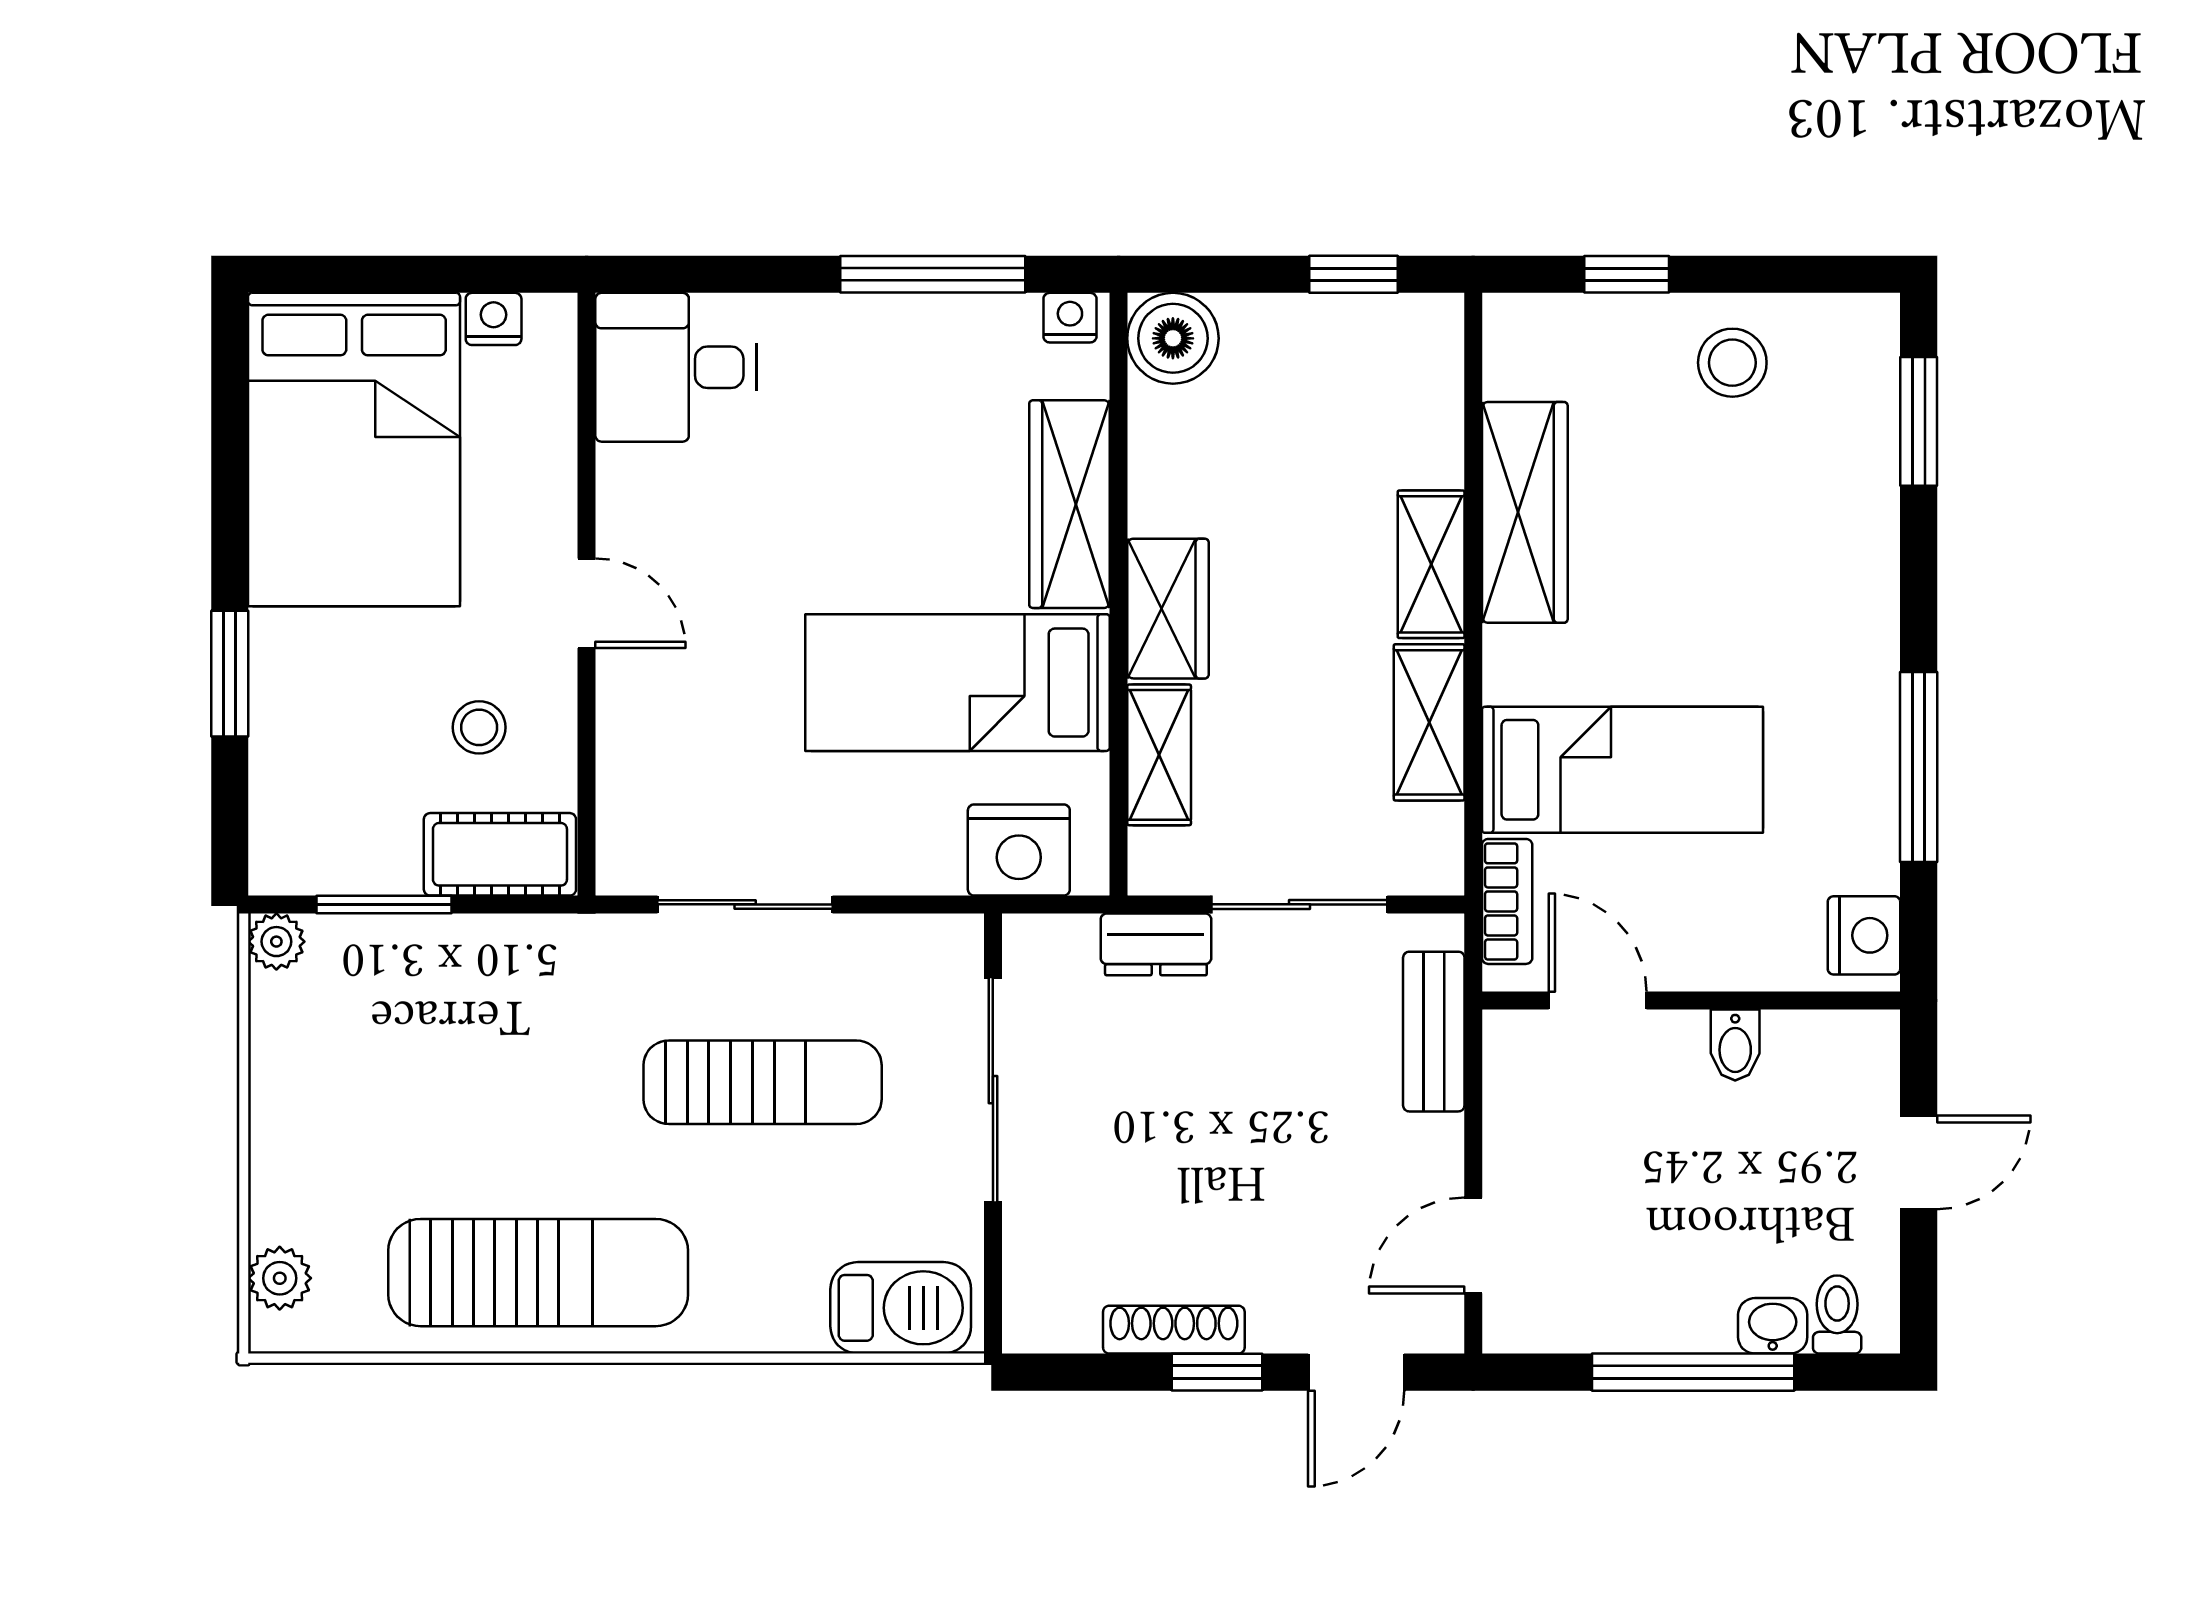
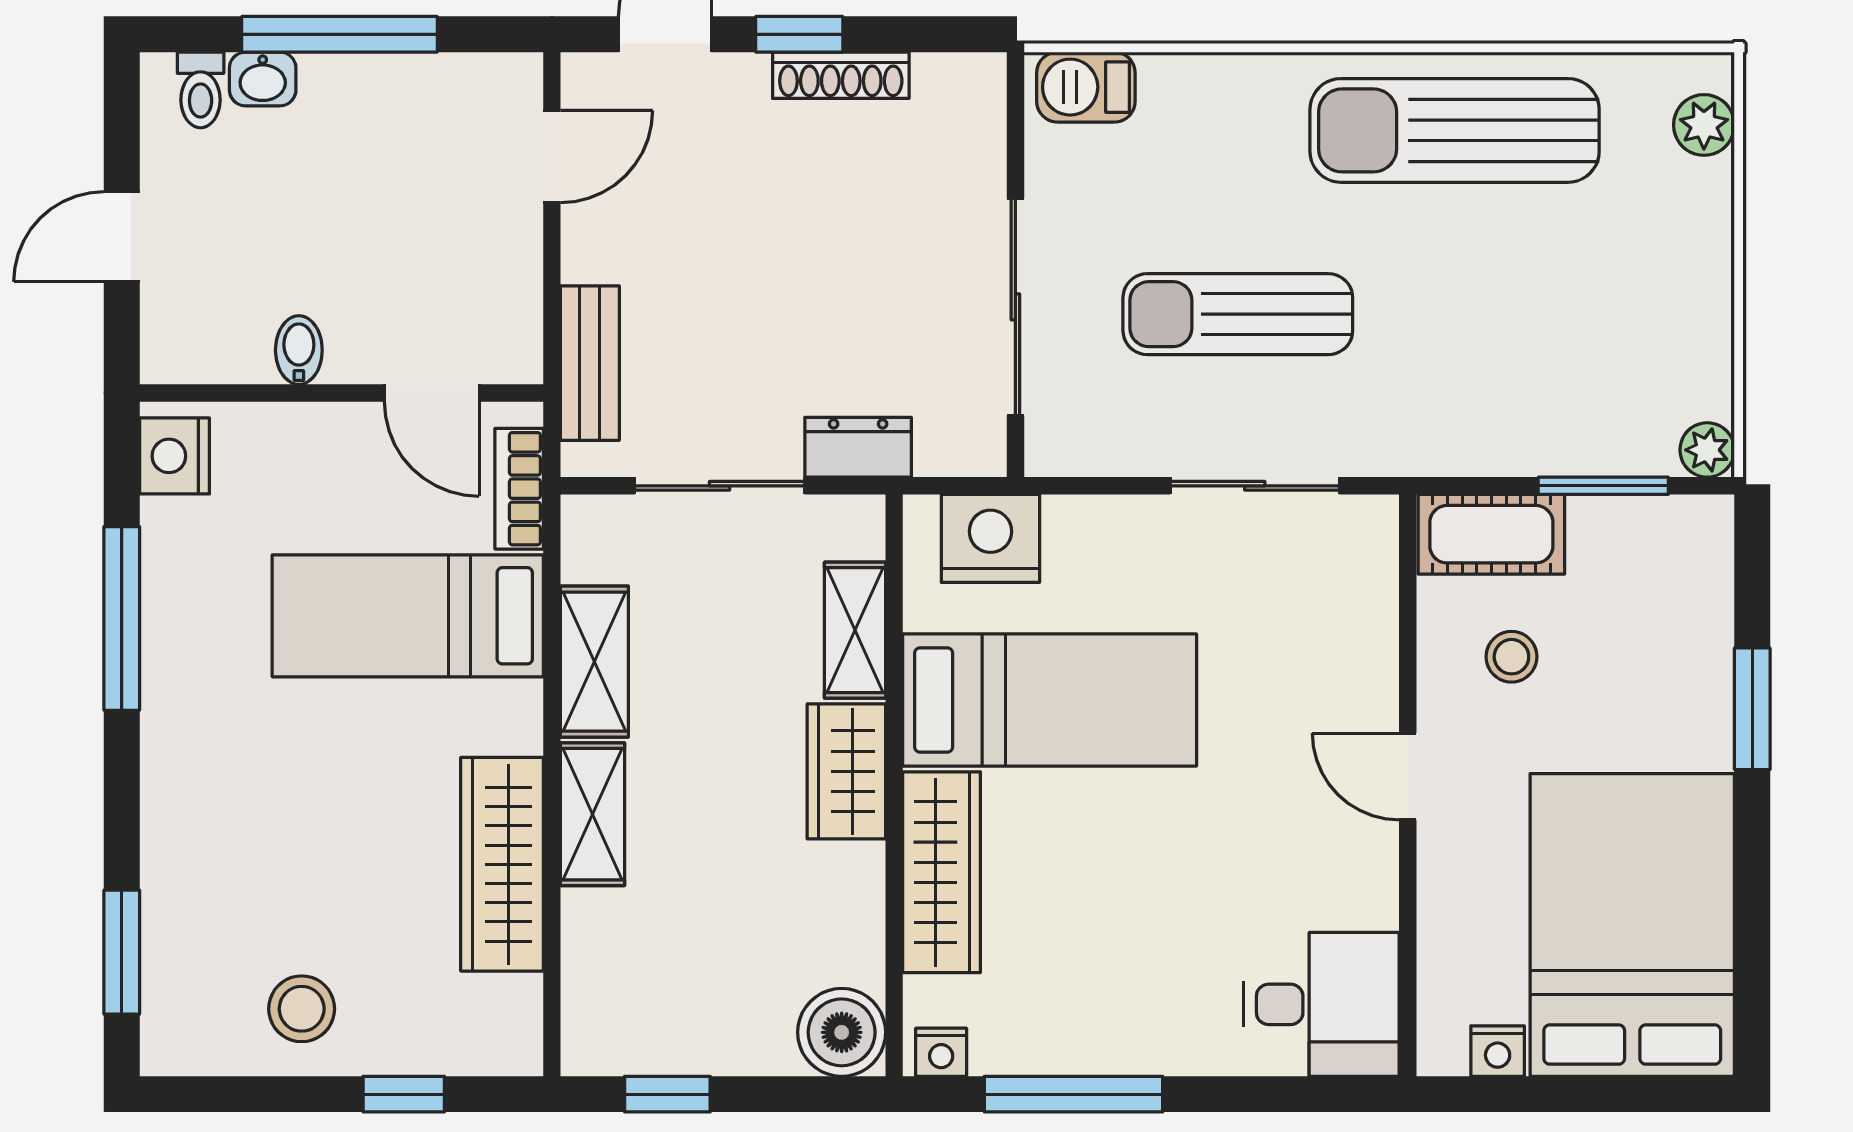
barbecue: (901, 1308) -> (1086, 87), width x0.73, depth x0.79

